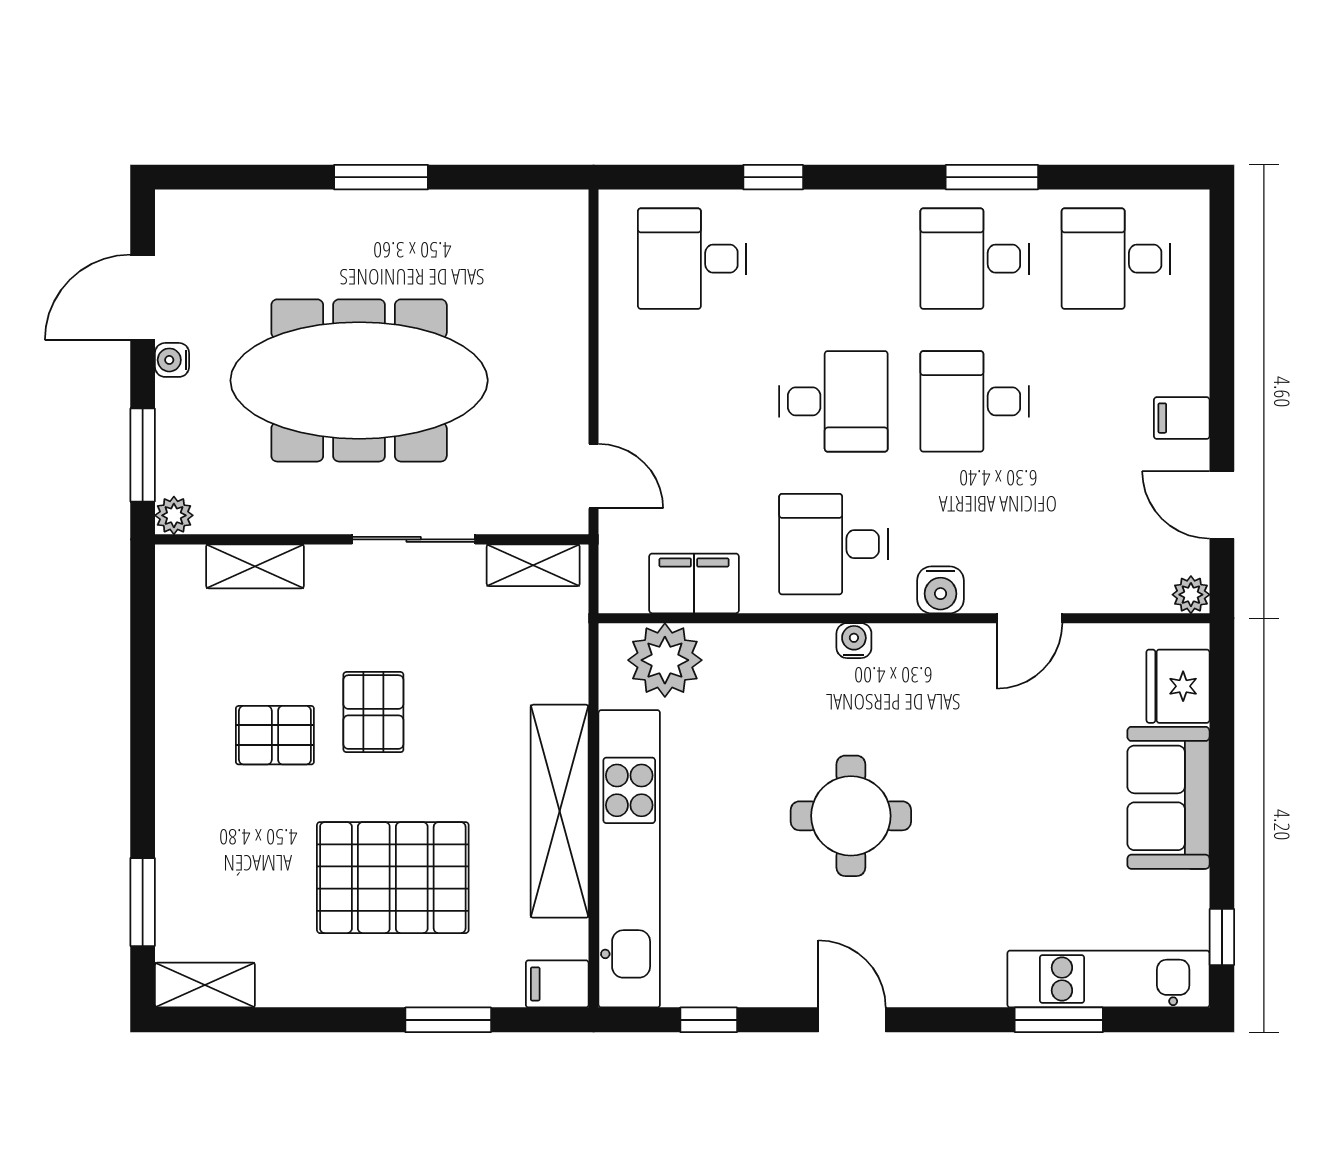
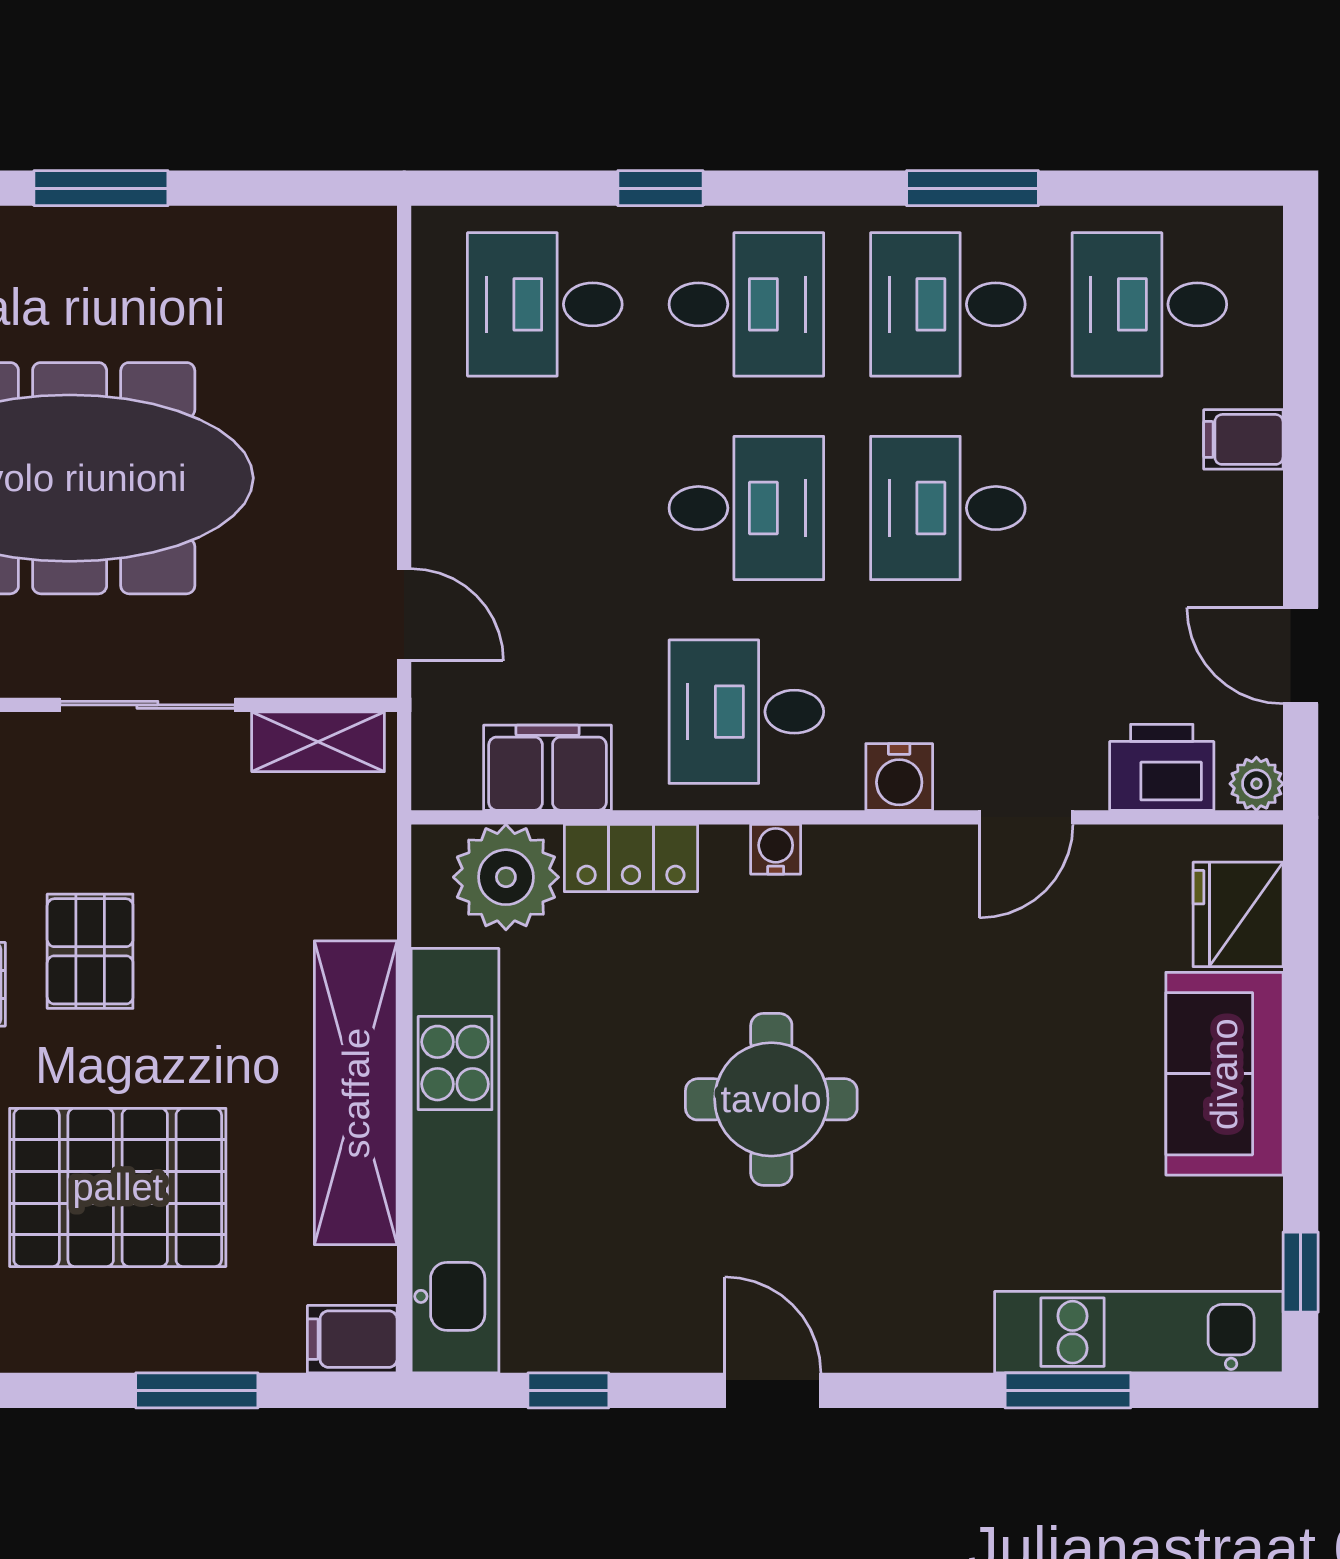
desk: (833, 259) -> (746, 304), added
filing cabinet: (1182, 418) -> (1243, 439), moved
printer: (1125, 583) -> (1162, 767), added
locker: (753, 647) -> (631, 858), added

